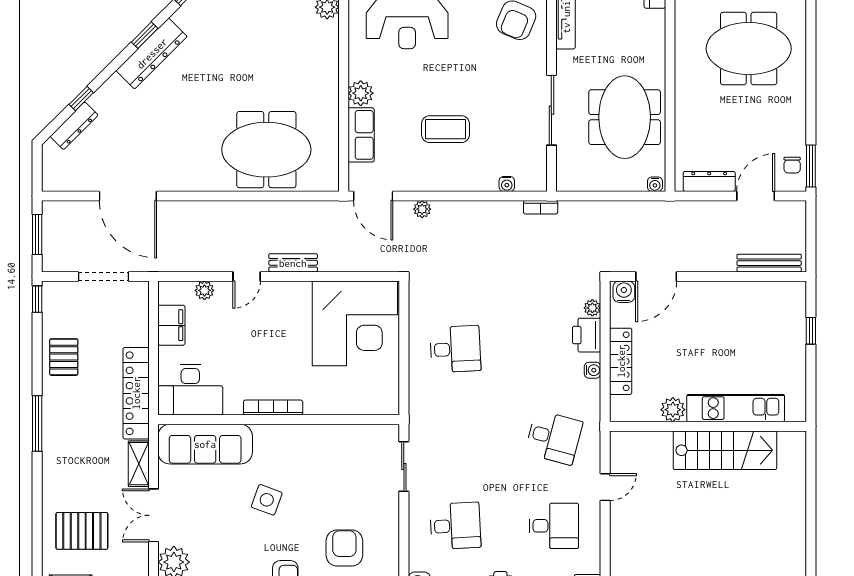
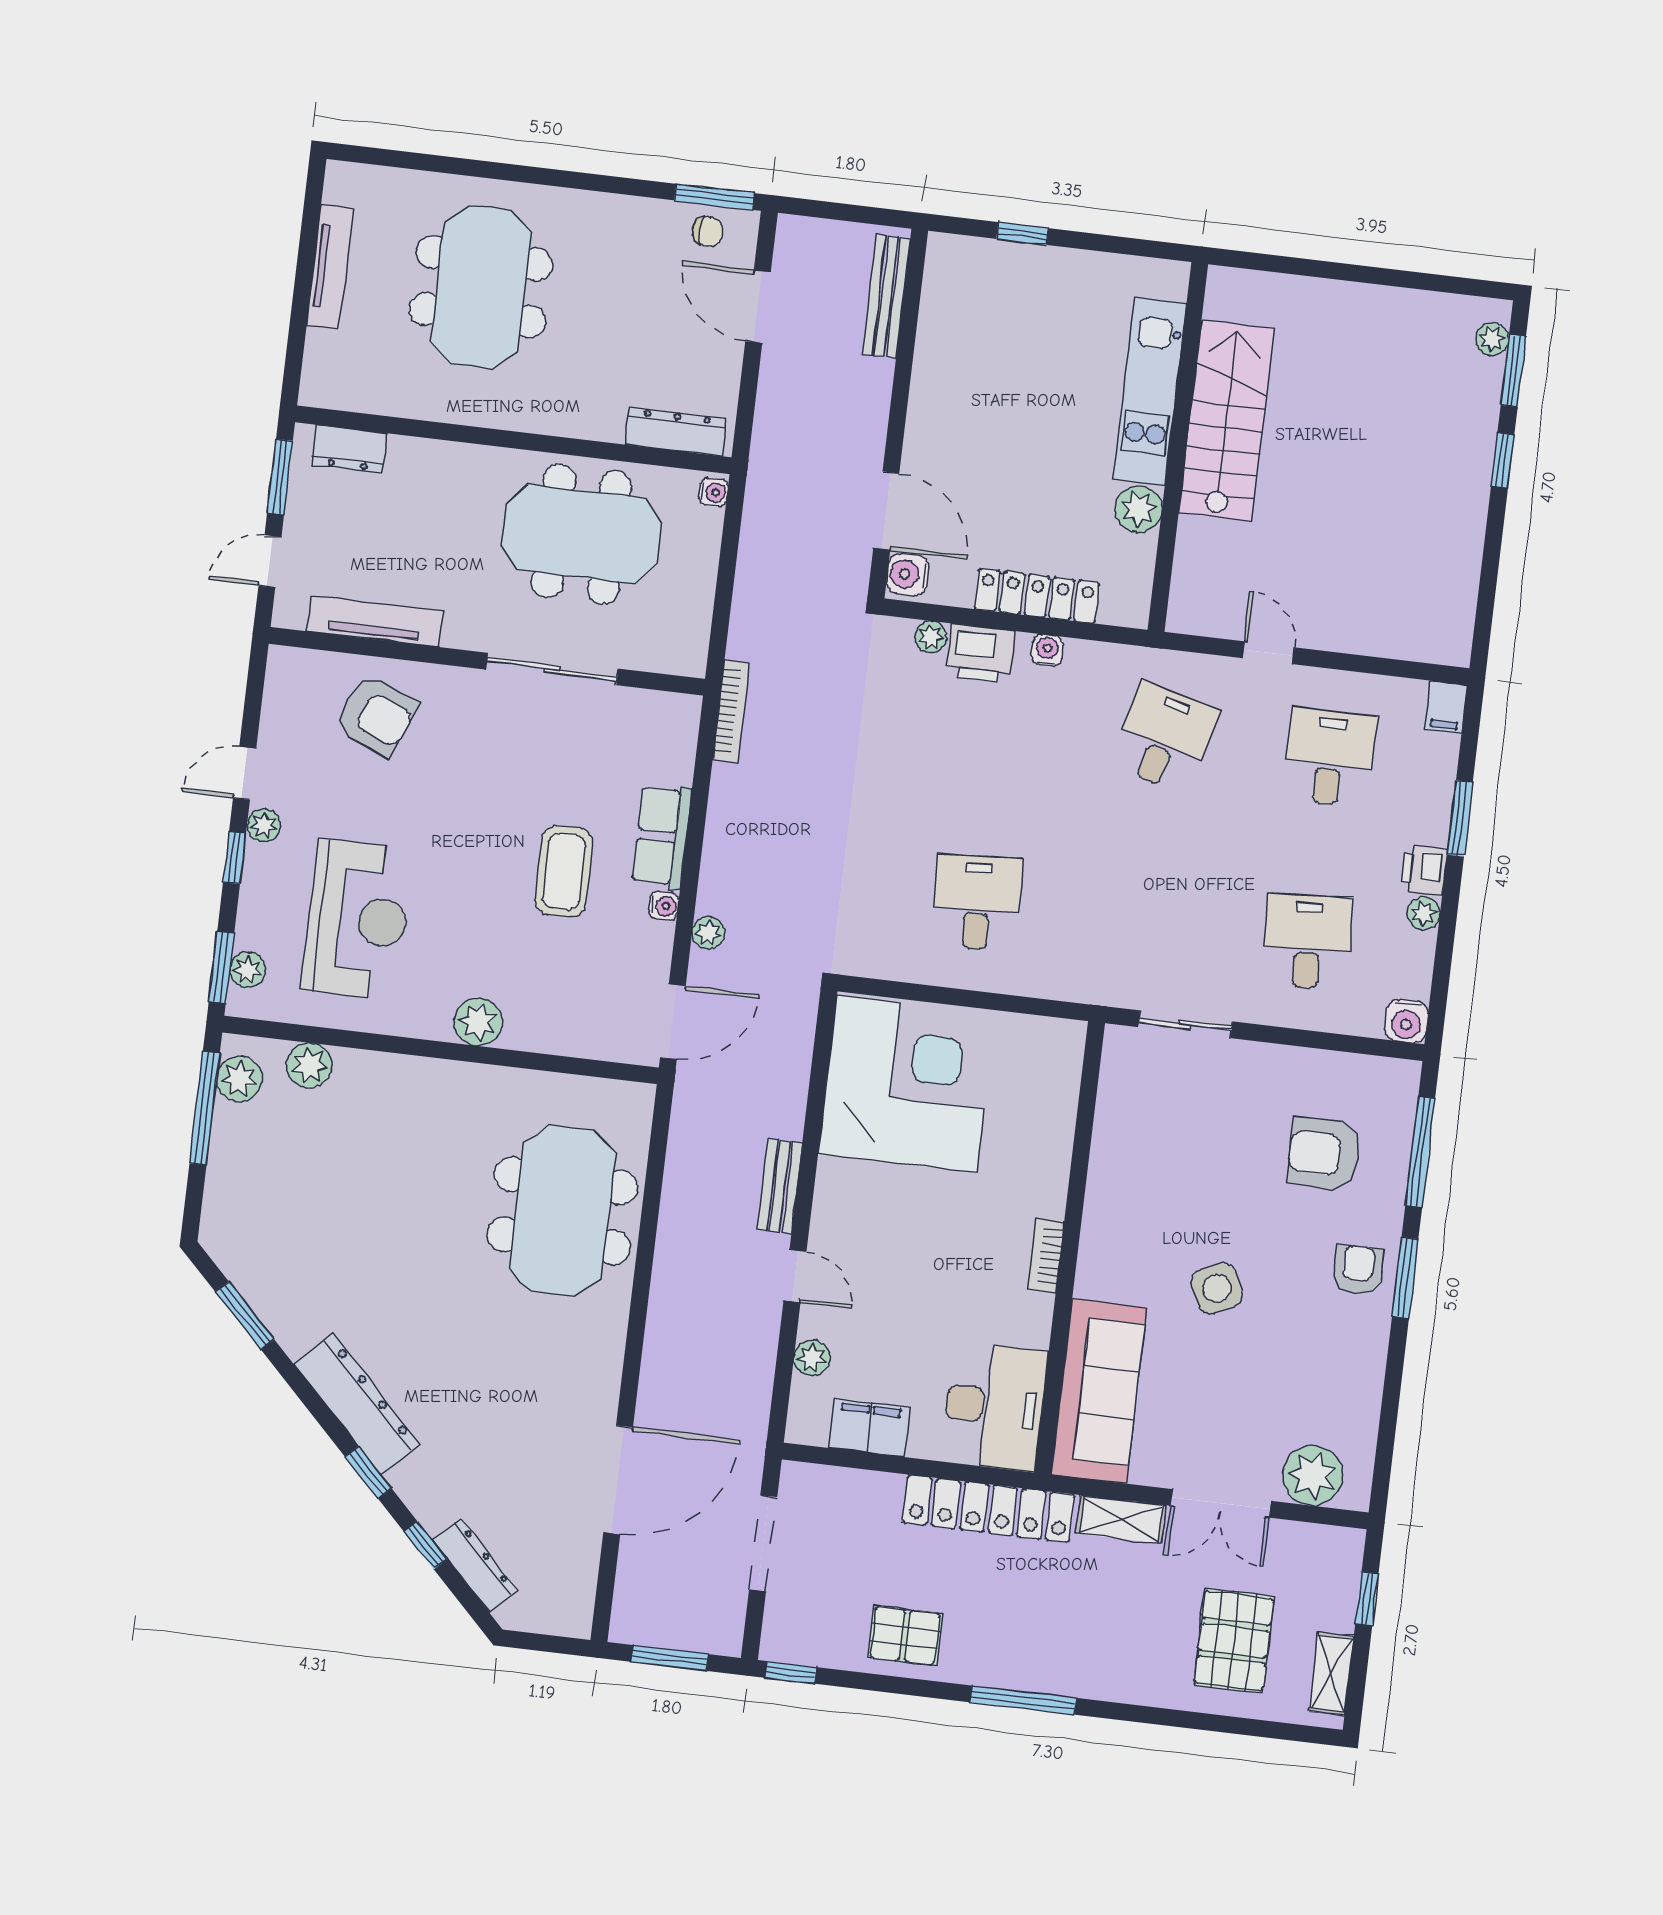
window: (145, 35) -> (368, 1472), moved
row of seats: (361, 135) -> (662, 836), moved, turned -90
dresser: (709, 181) -> (676, 432), moved, turned 90
water cooler: (507, 184) -> (664, 906), moved
bookcase: (541, 207) -> (731, 711), width x1.56
bookcase: (273, 408) -> (1046, 1256), width x0.64
side table: (267, 500) -> (1217, 1288), turned 45

